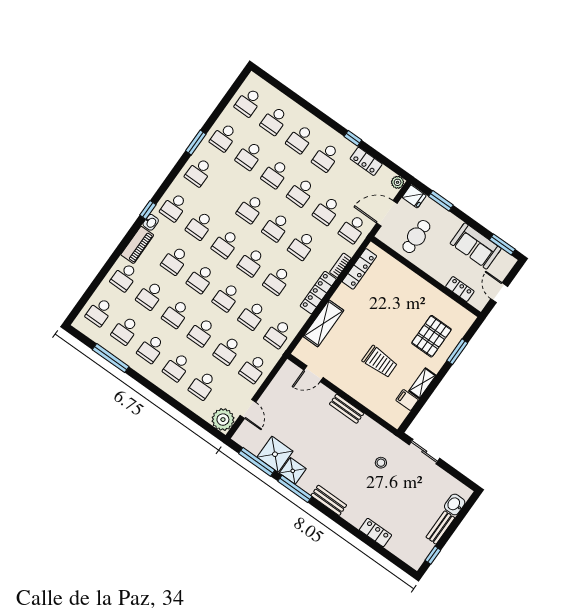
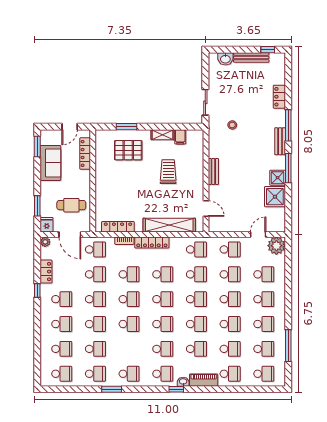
locker: (460, 289) -> (85, 153), width x1.53
shelving: (323, 323) -> (169, 225), width x1.47
window: (257, 462) -> (288, 125), moved
bench: (440, 527) -> (251, 57), width x1.36

